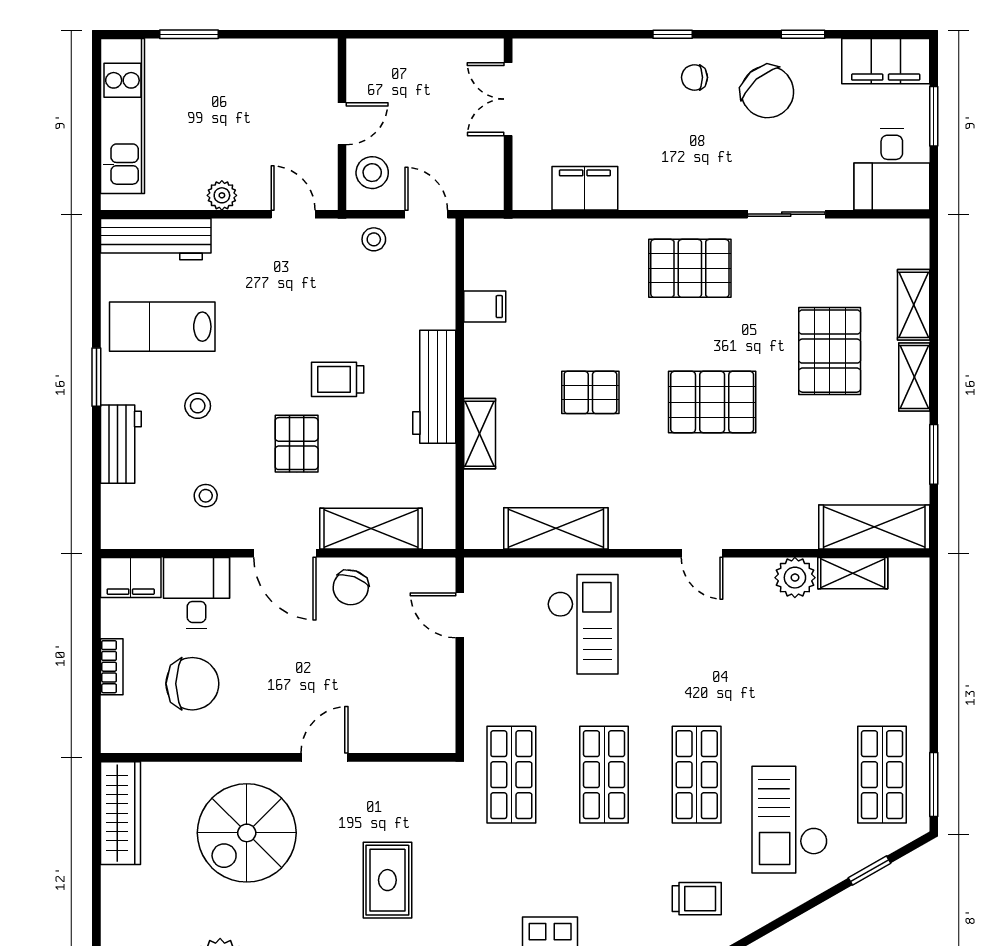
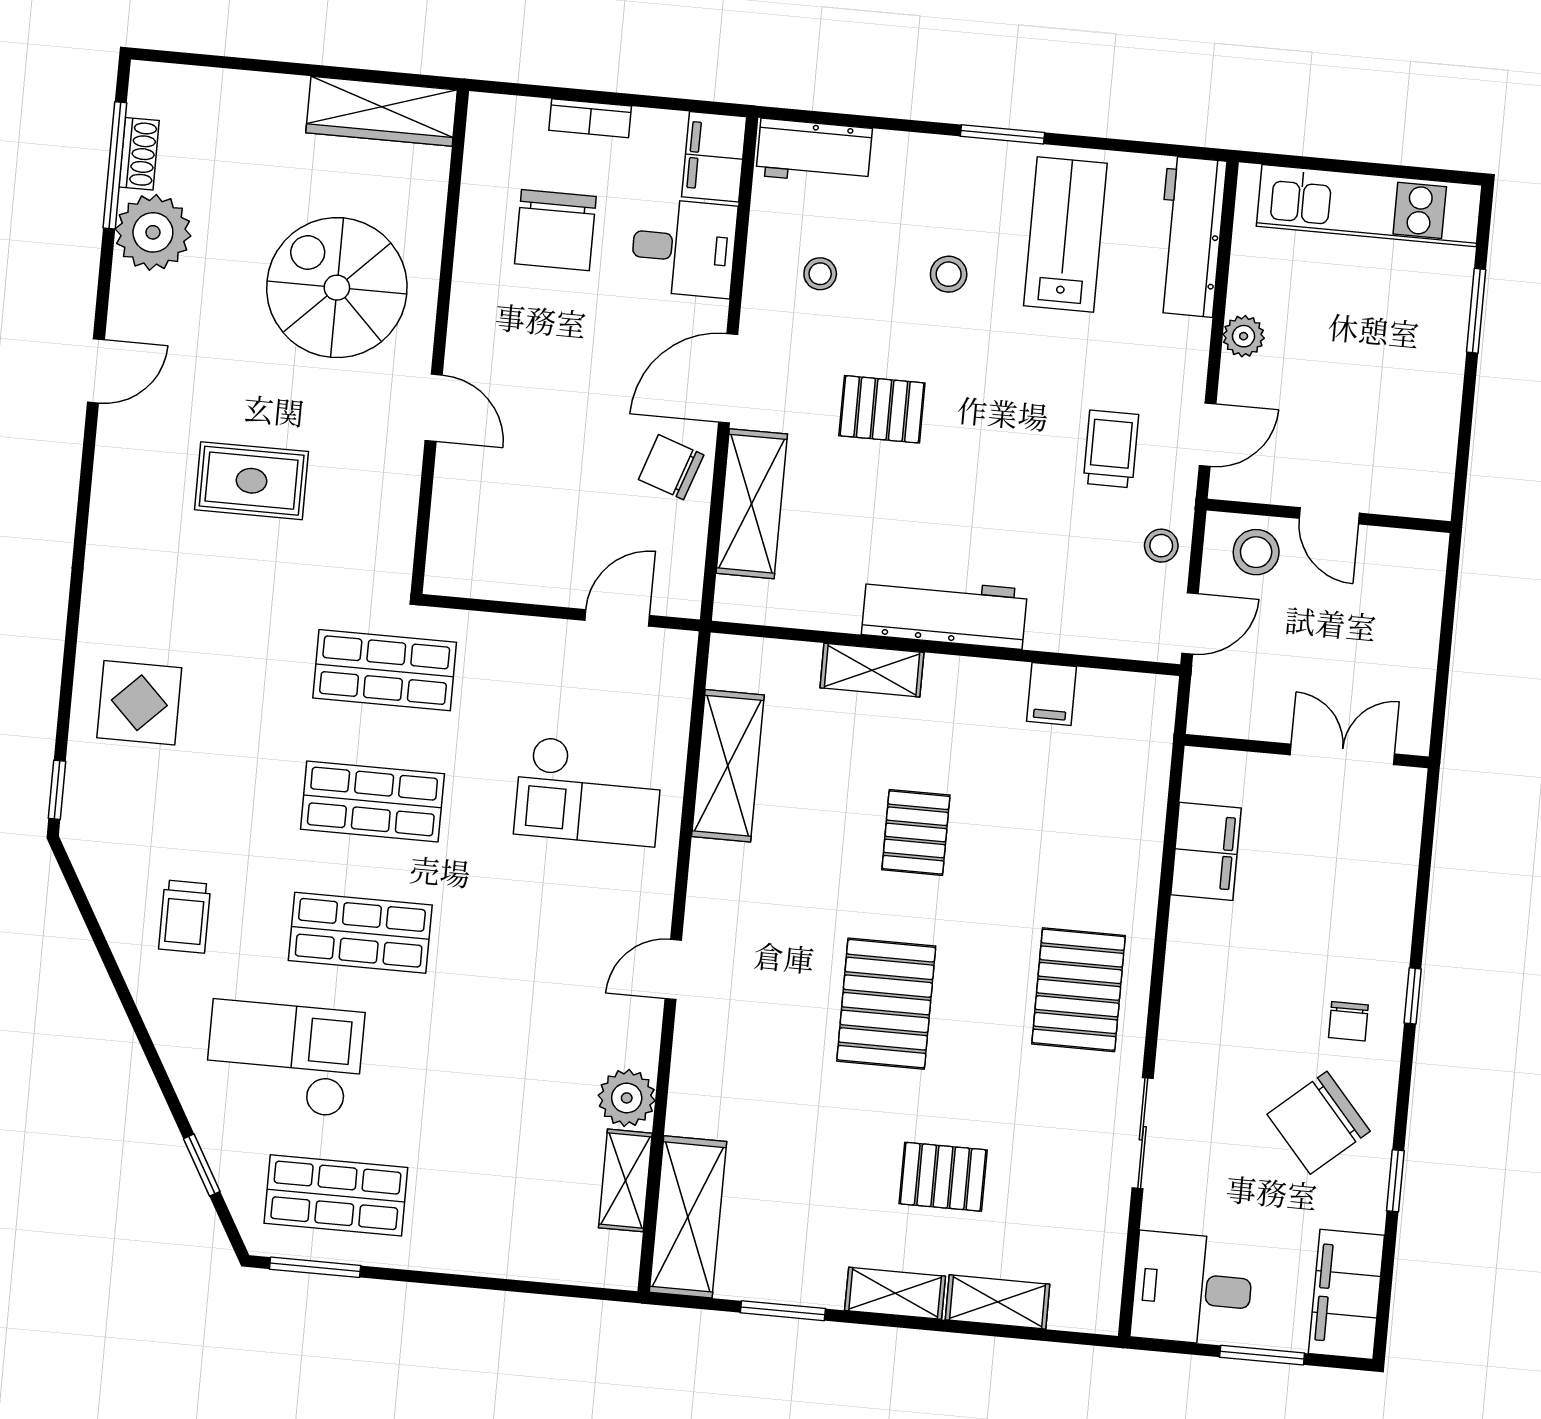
chair: (694, 77) -> (1348, 1021), turned 180
pallet: (830, 351) -> (943, 1177), width x0.67, depth x0.71
trolley: (338, 379) -> (1111, 449), moved
workbench: (121, 444) -> (814, 152), moved

